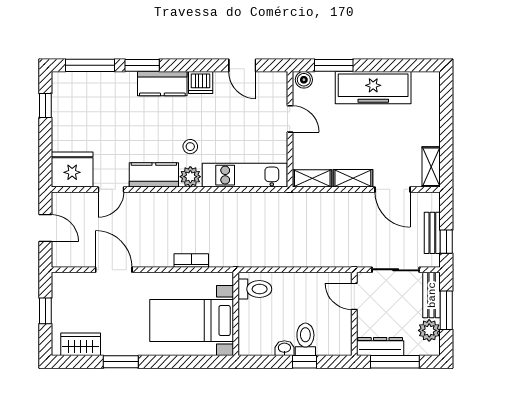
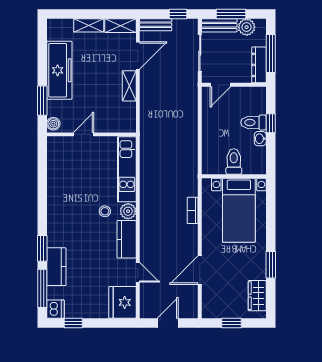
door: (242, 65) -> (42, 171), removed
dishwasher: (201, 83) -> (55, 309), moved
kitchen counter: (162, 84) -> (56, 267), moved
shelving: (312, 178) -> (89, 25), moved, turned 90
bench: (432, 233) -> (156, 25), moved
toilet: (255, 289) -> (234, 161), moved

